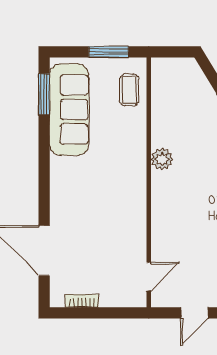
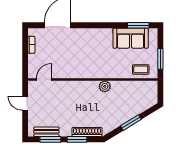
sofa: (69, 110) -> (131, 38), width x0.73
door: (149, 276) -> (44, 79), swing flipped

